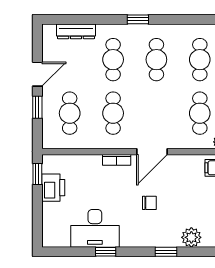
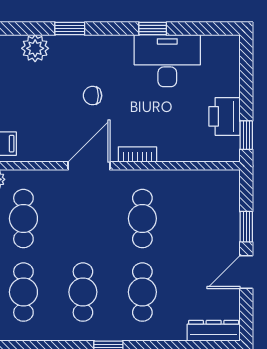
dresser: (76, 31) -> (214, 331), moved
cafe table: (70, 113) -> (202, 219), removed

